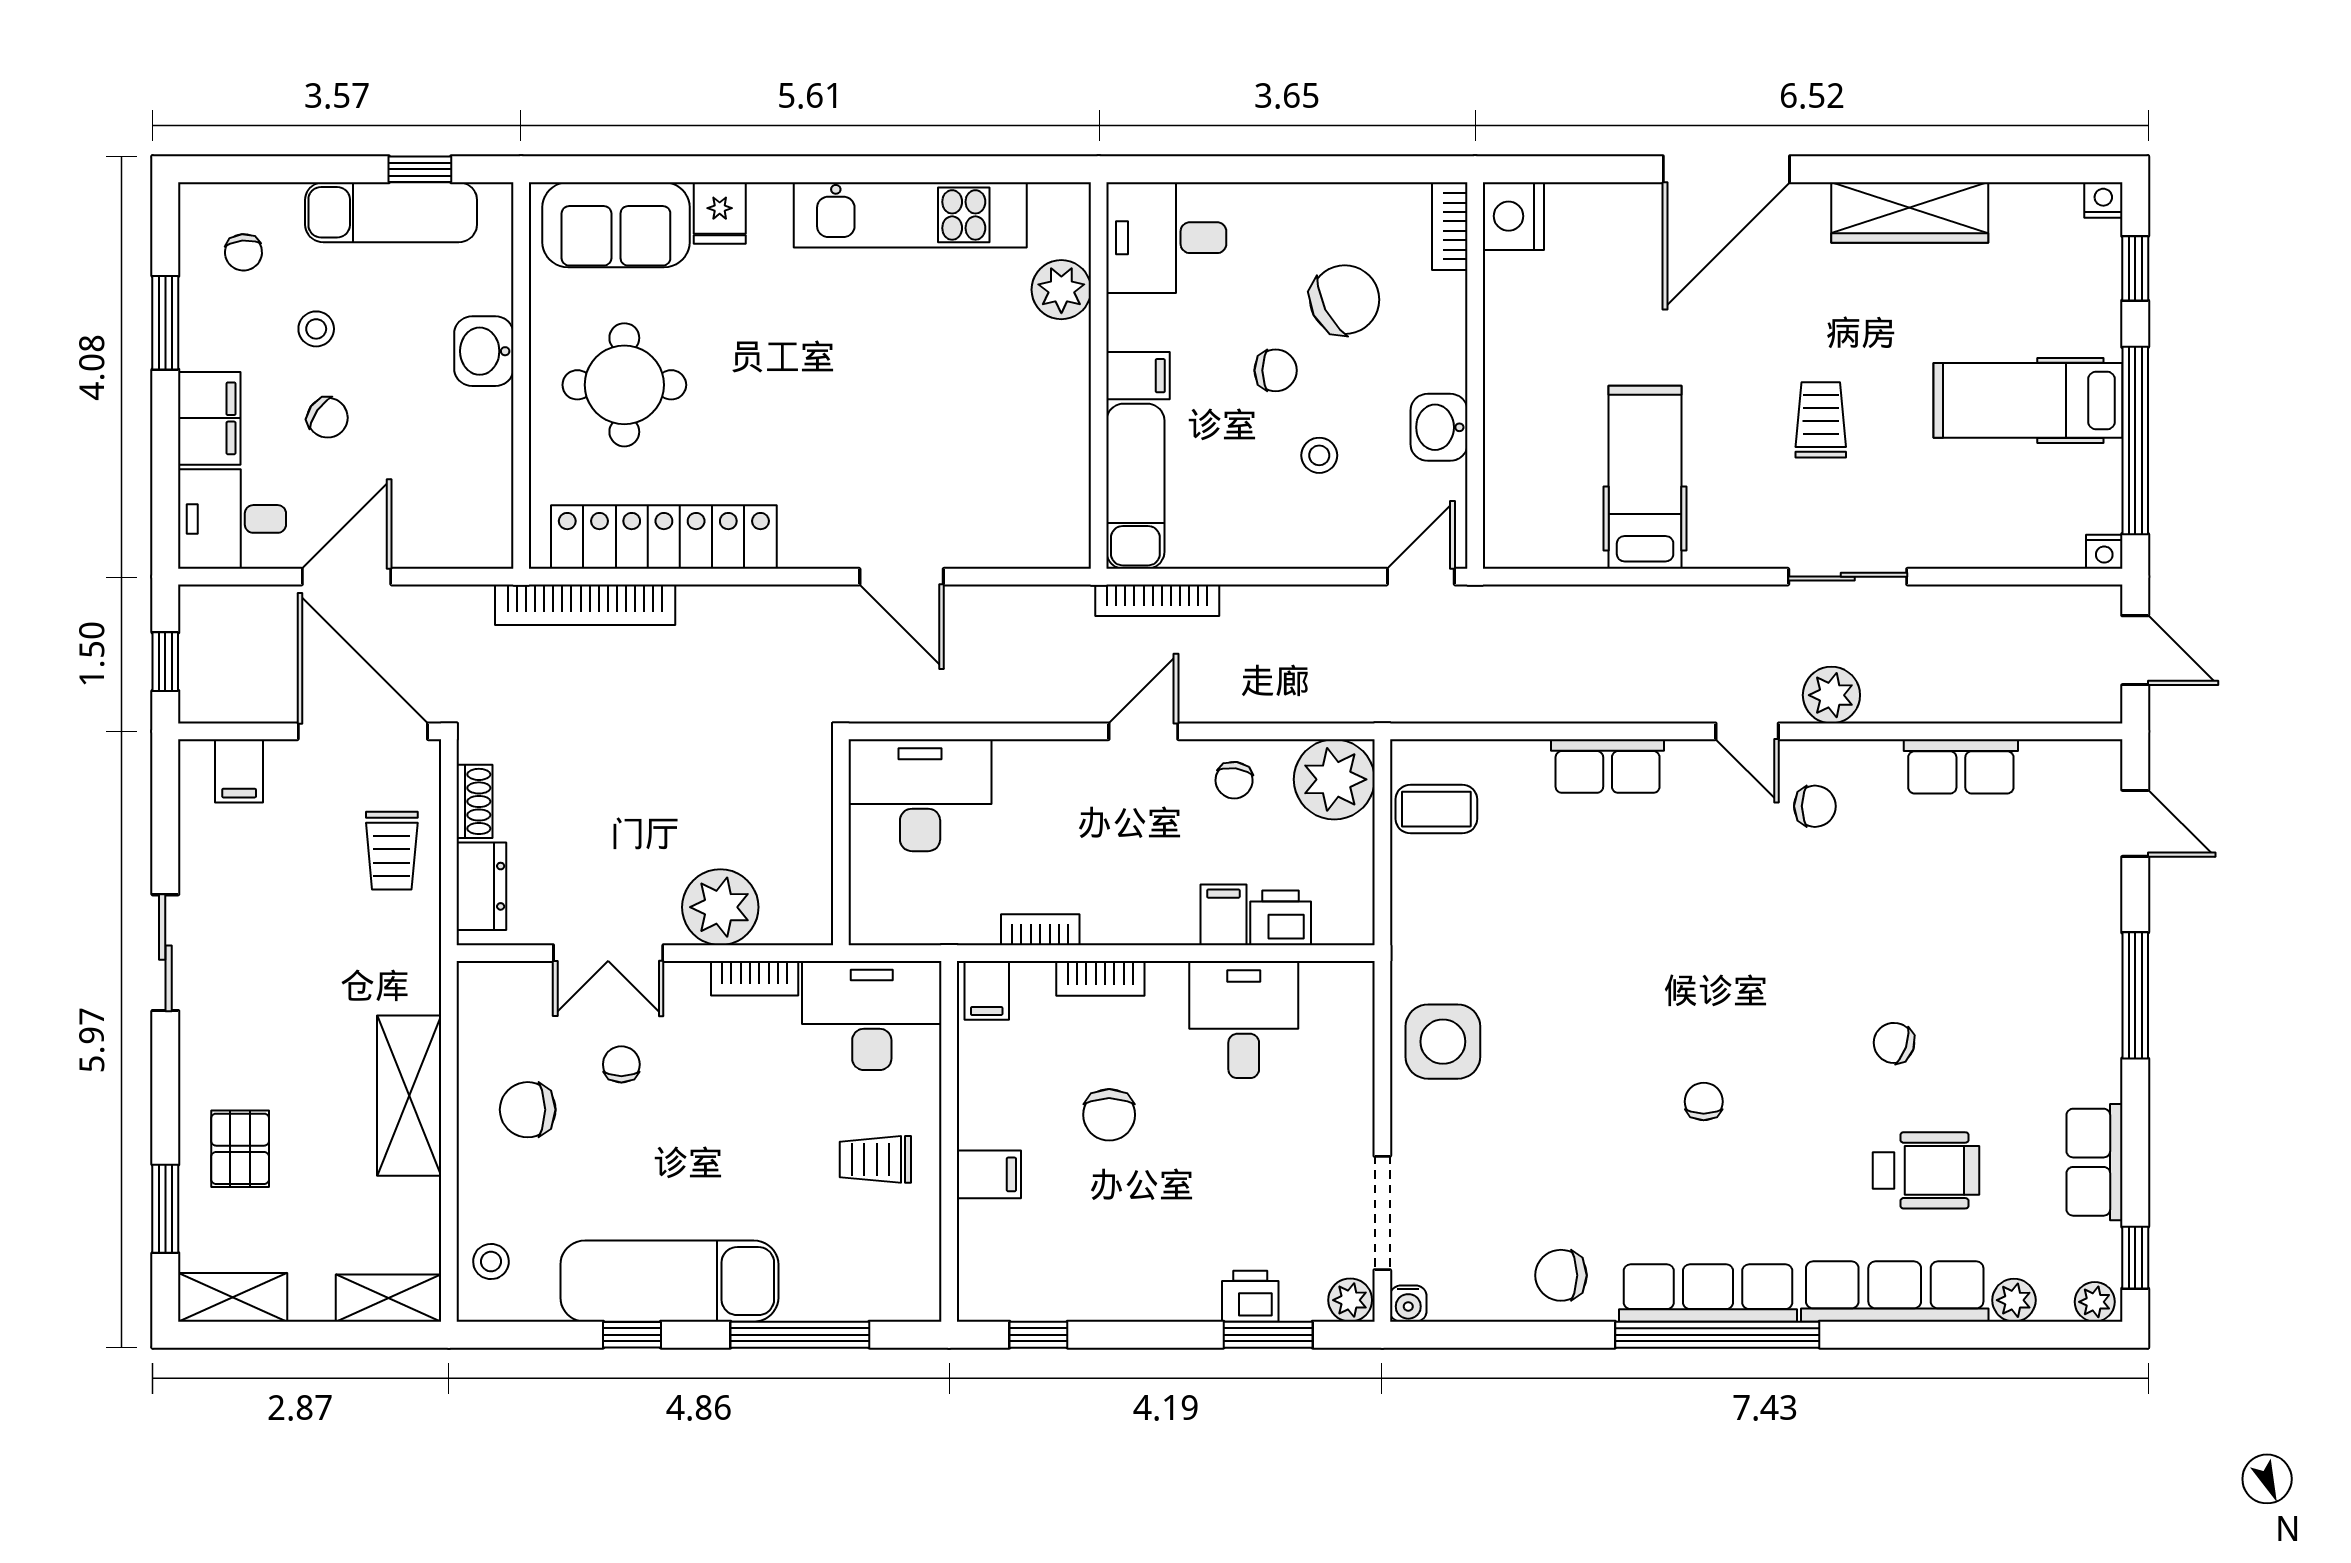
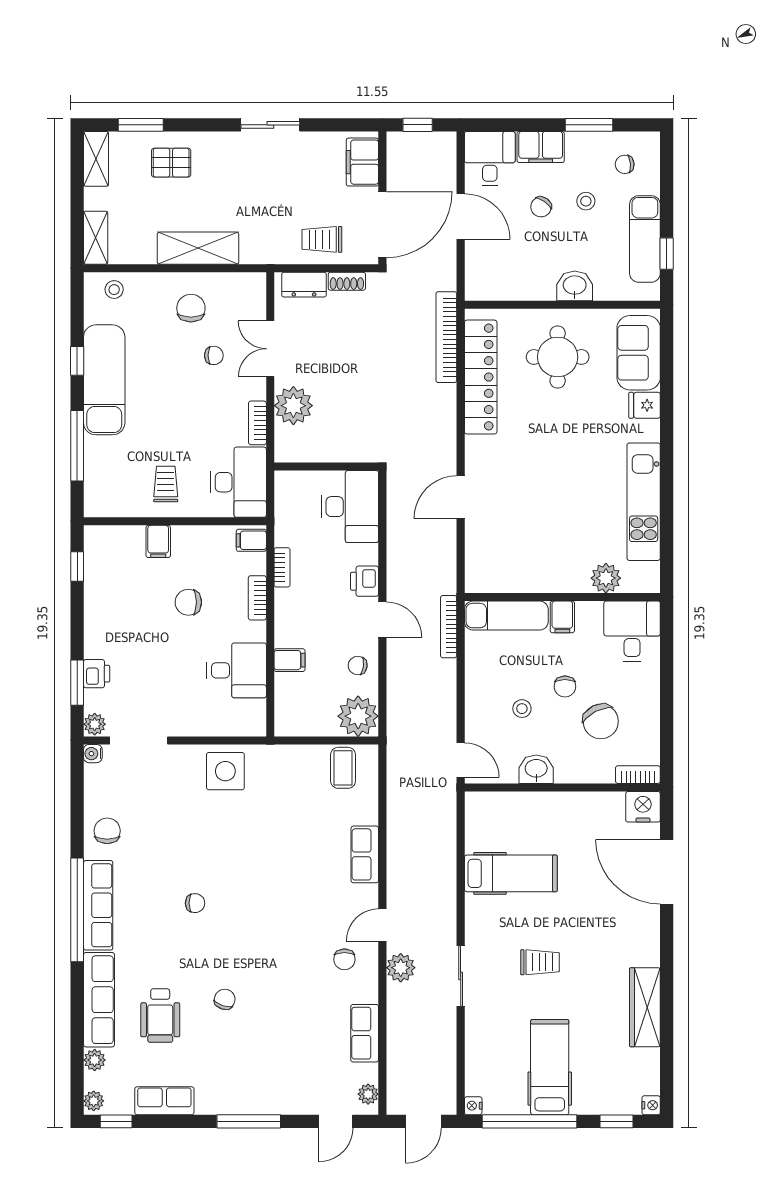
door: (1726, 169) -> (667, 872), moved
plant: (2081, 759) -> (368, 1094), added
filing cabinet: (239, 771) -> (362, 162), width x2.00
printer: (1281, 918) -> (365, 581), moved, turned 180

